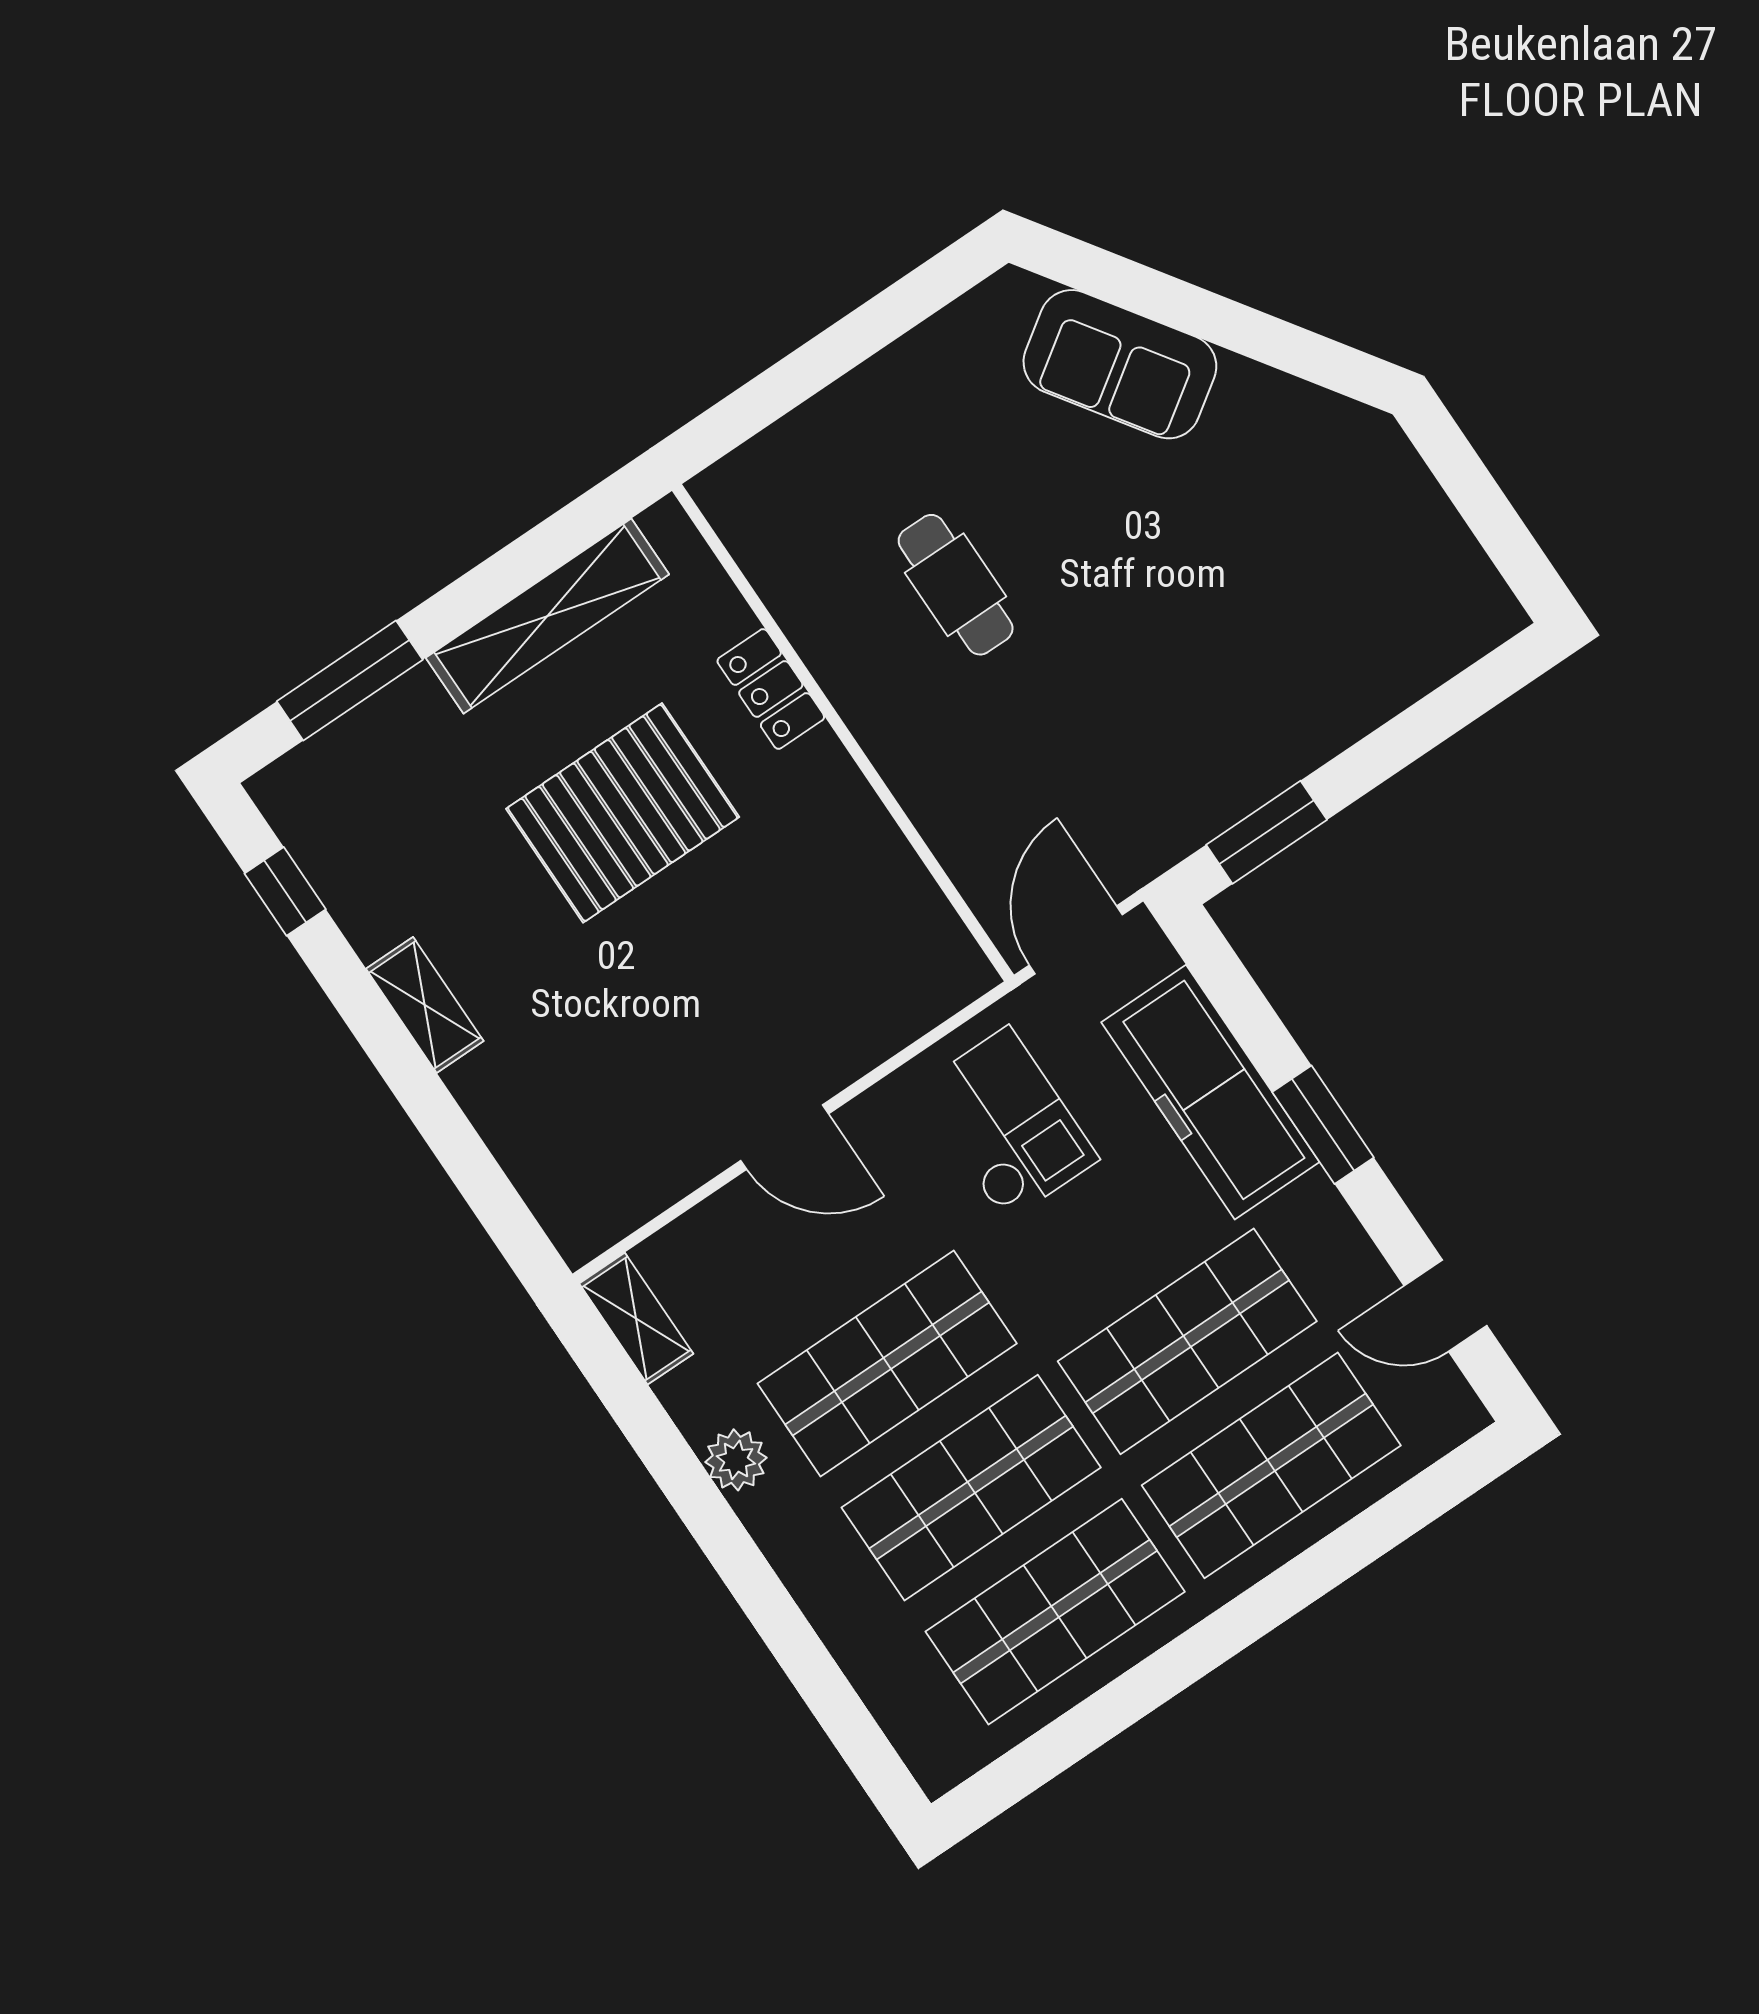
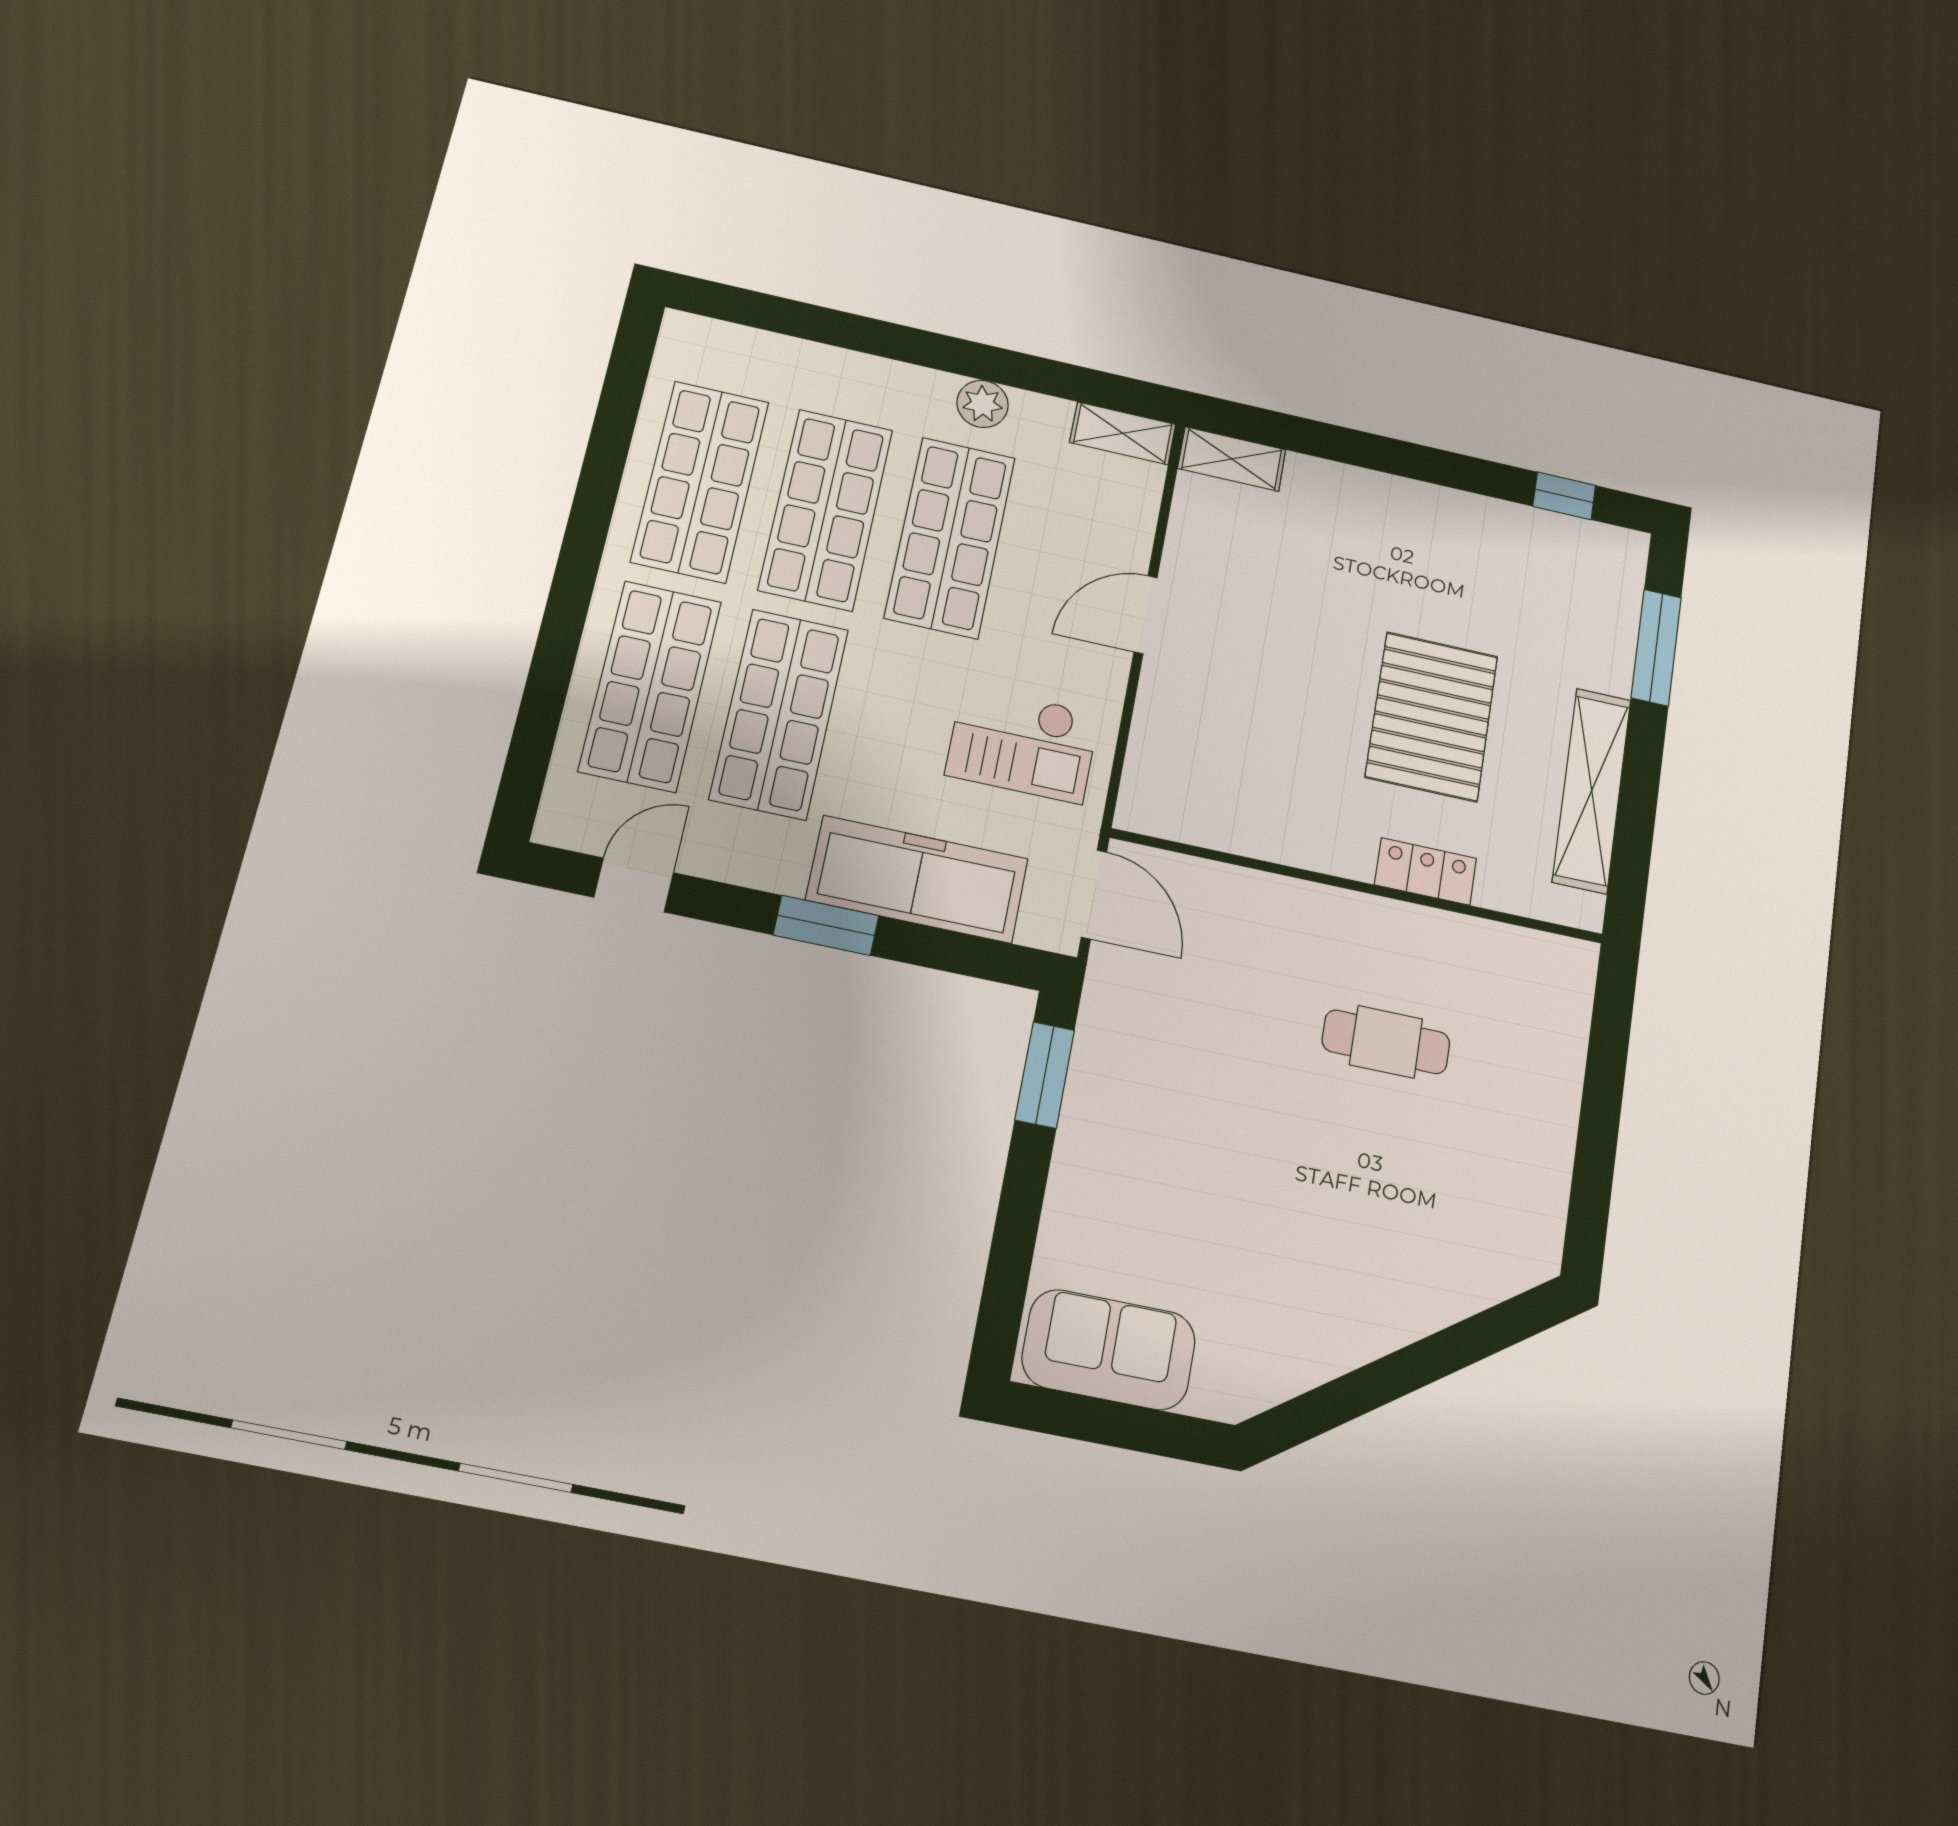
sofa: (1120, 364) -> (1109, 1350), moved, turned 34
shelving: (425, 1005) -> (1232, 459), moved

